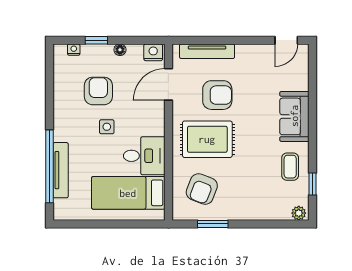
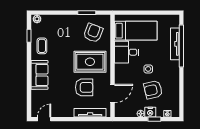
nightstand: (153, 52) -> (150, 112), moved
armchair: (98, 91) -> (153, 90), turned 77
armchair: (217, 95) -> (84, 87), turned 180

